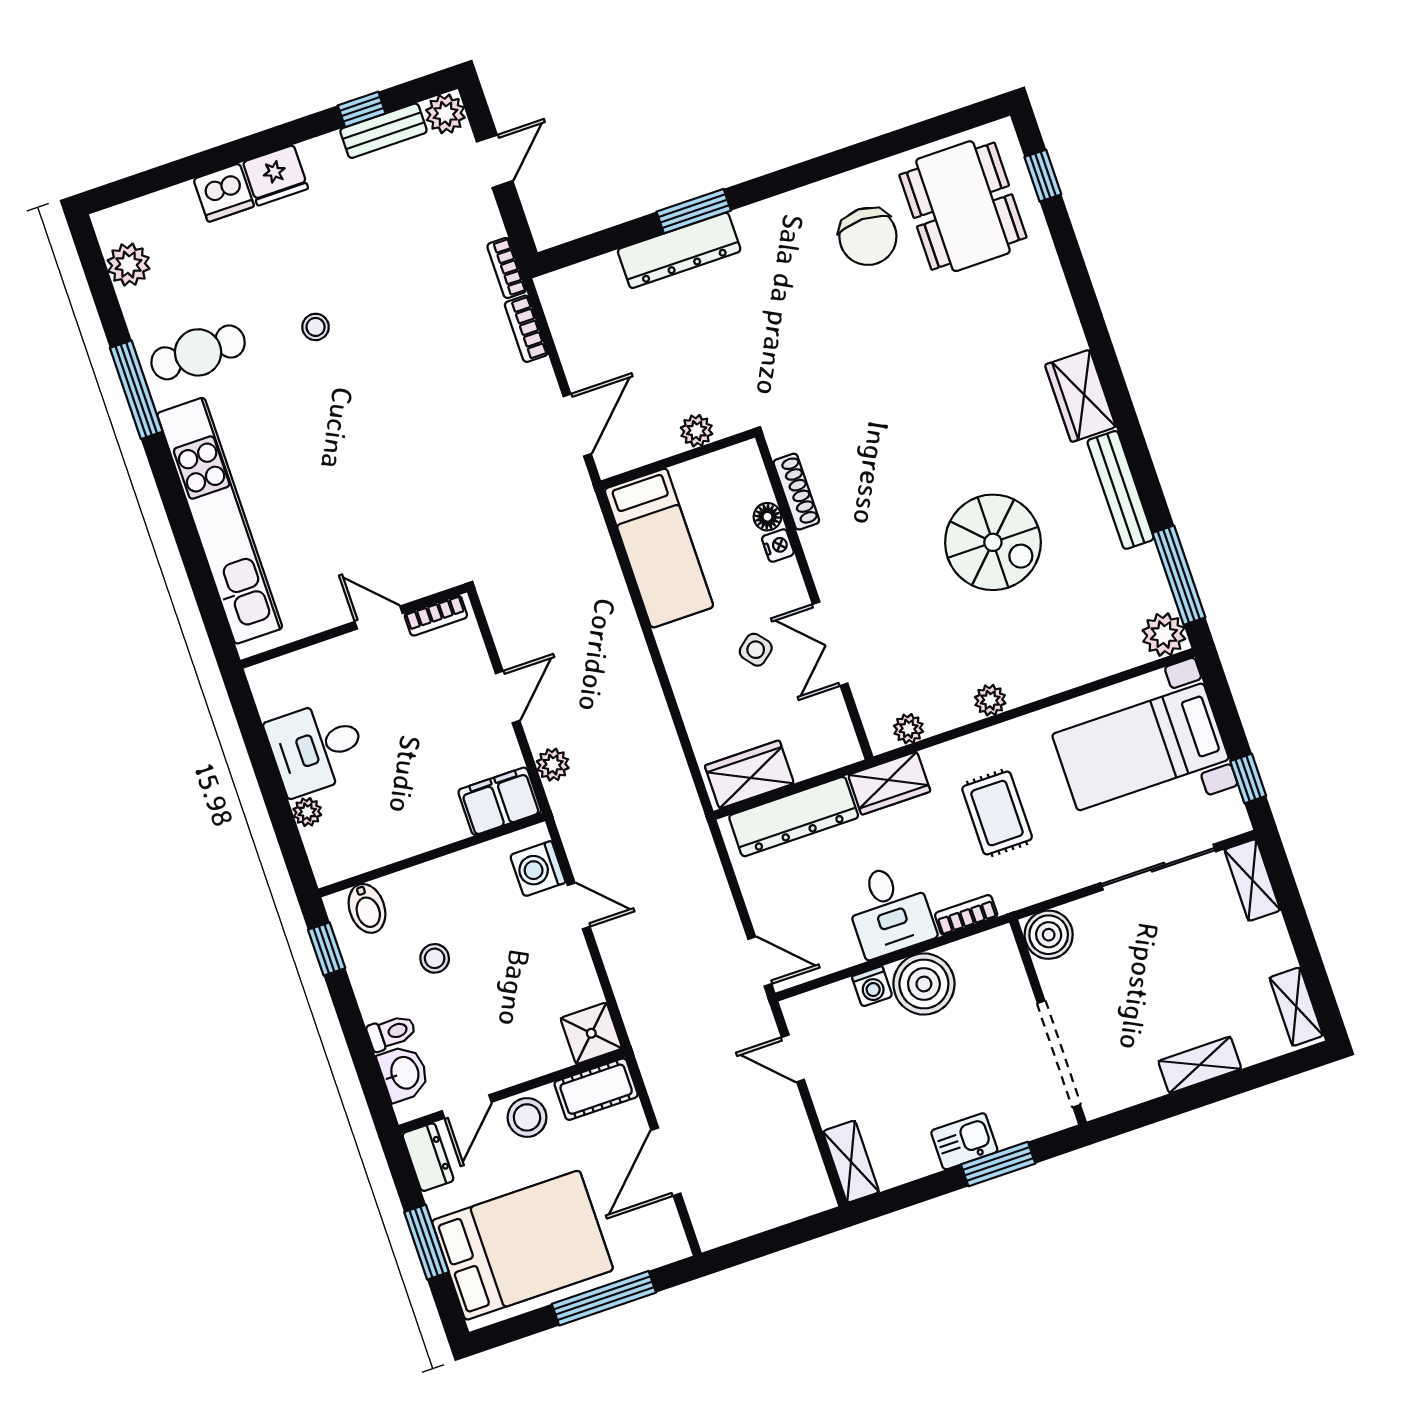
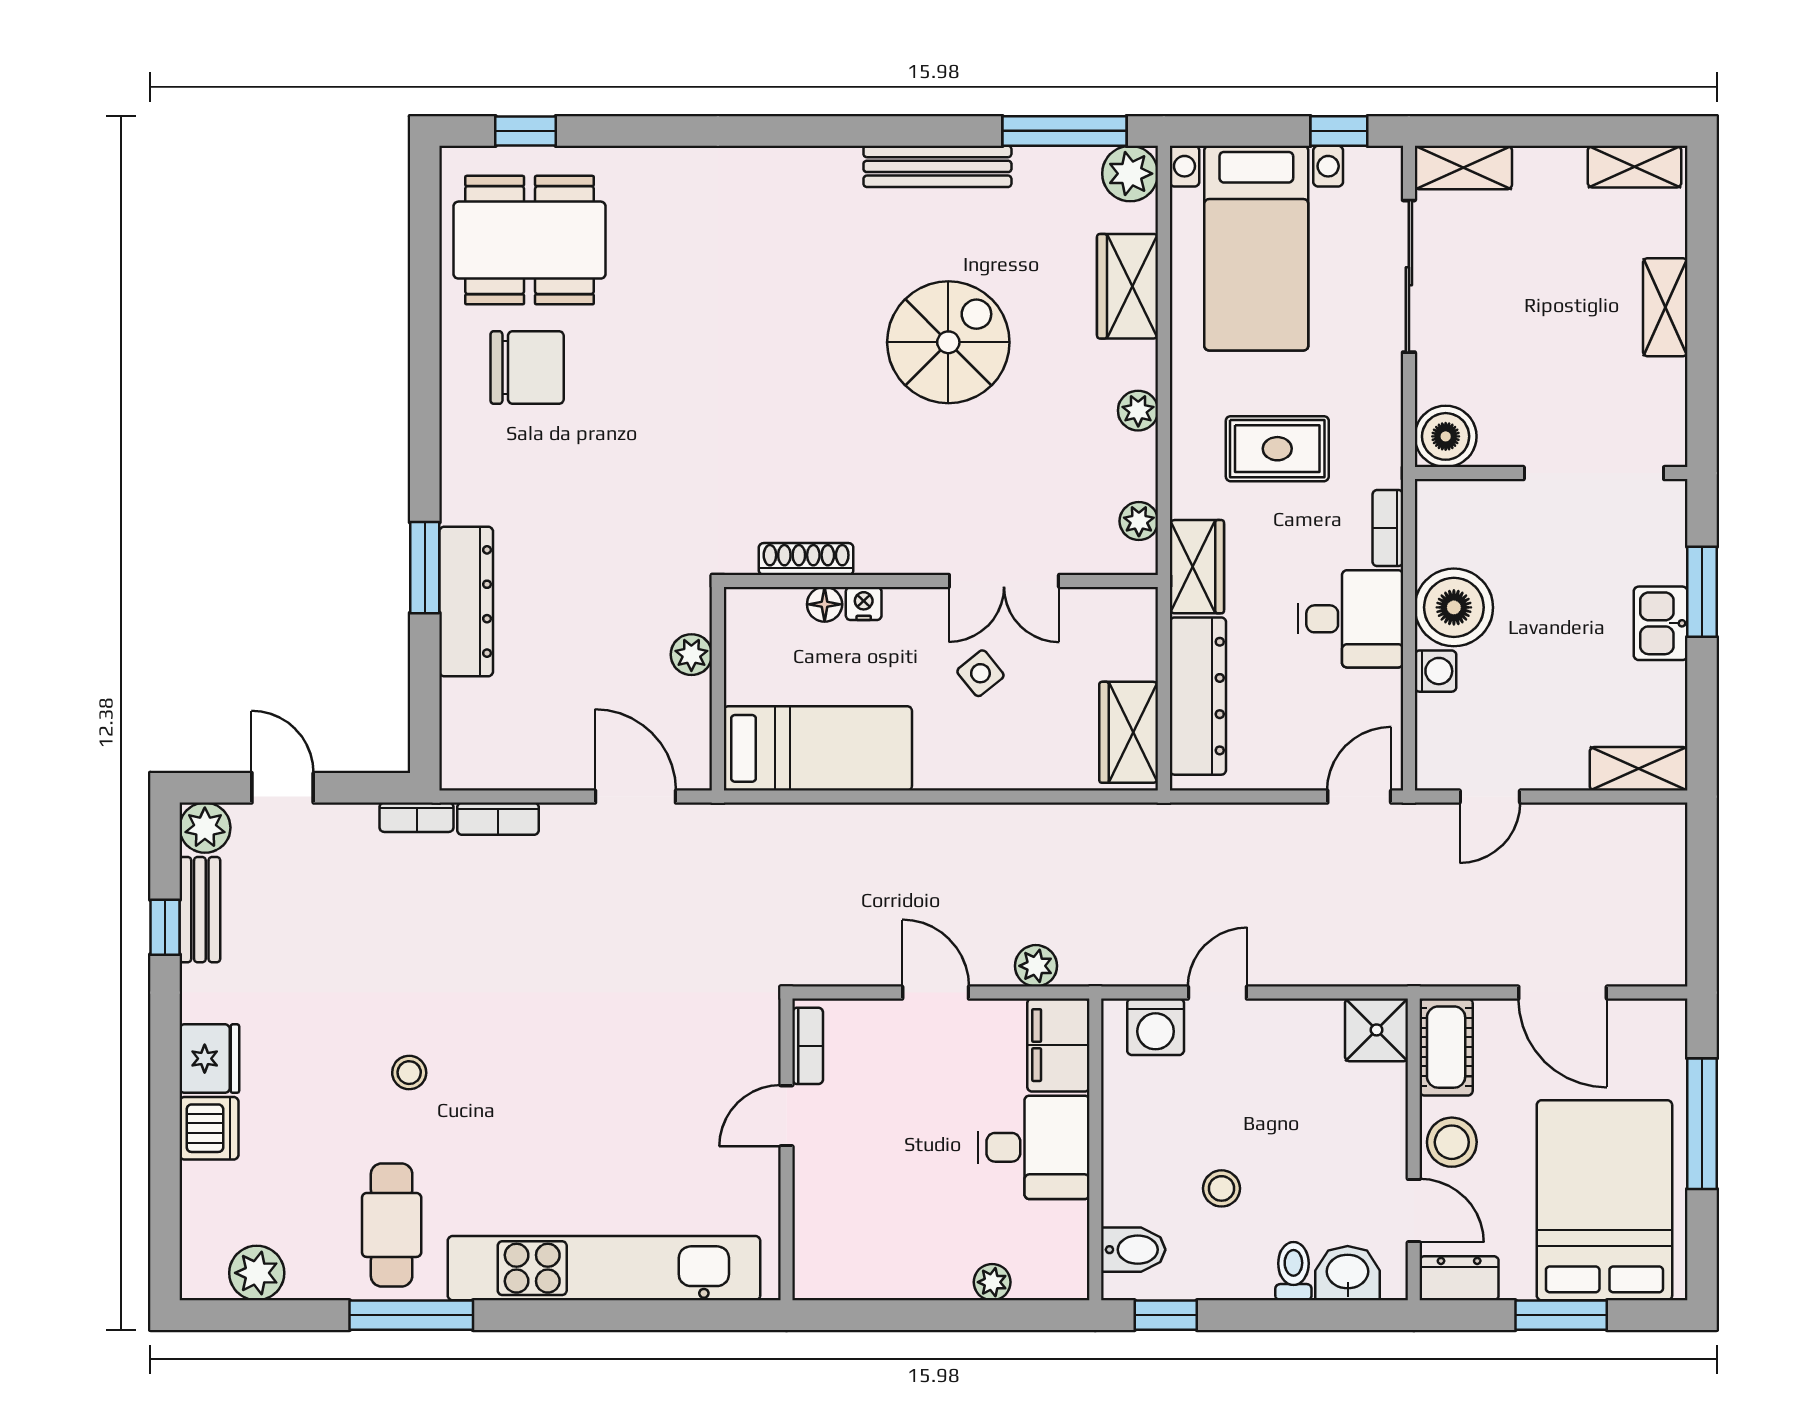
wardrobe: (1080, 396) -> (1128, 286), moved, turned 90
desk: (316, 748) -> (1034, 1147), moved, turned -90

